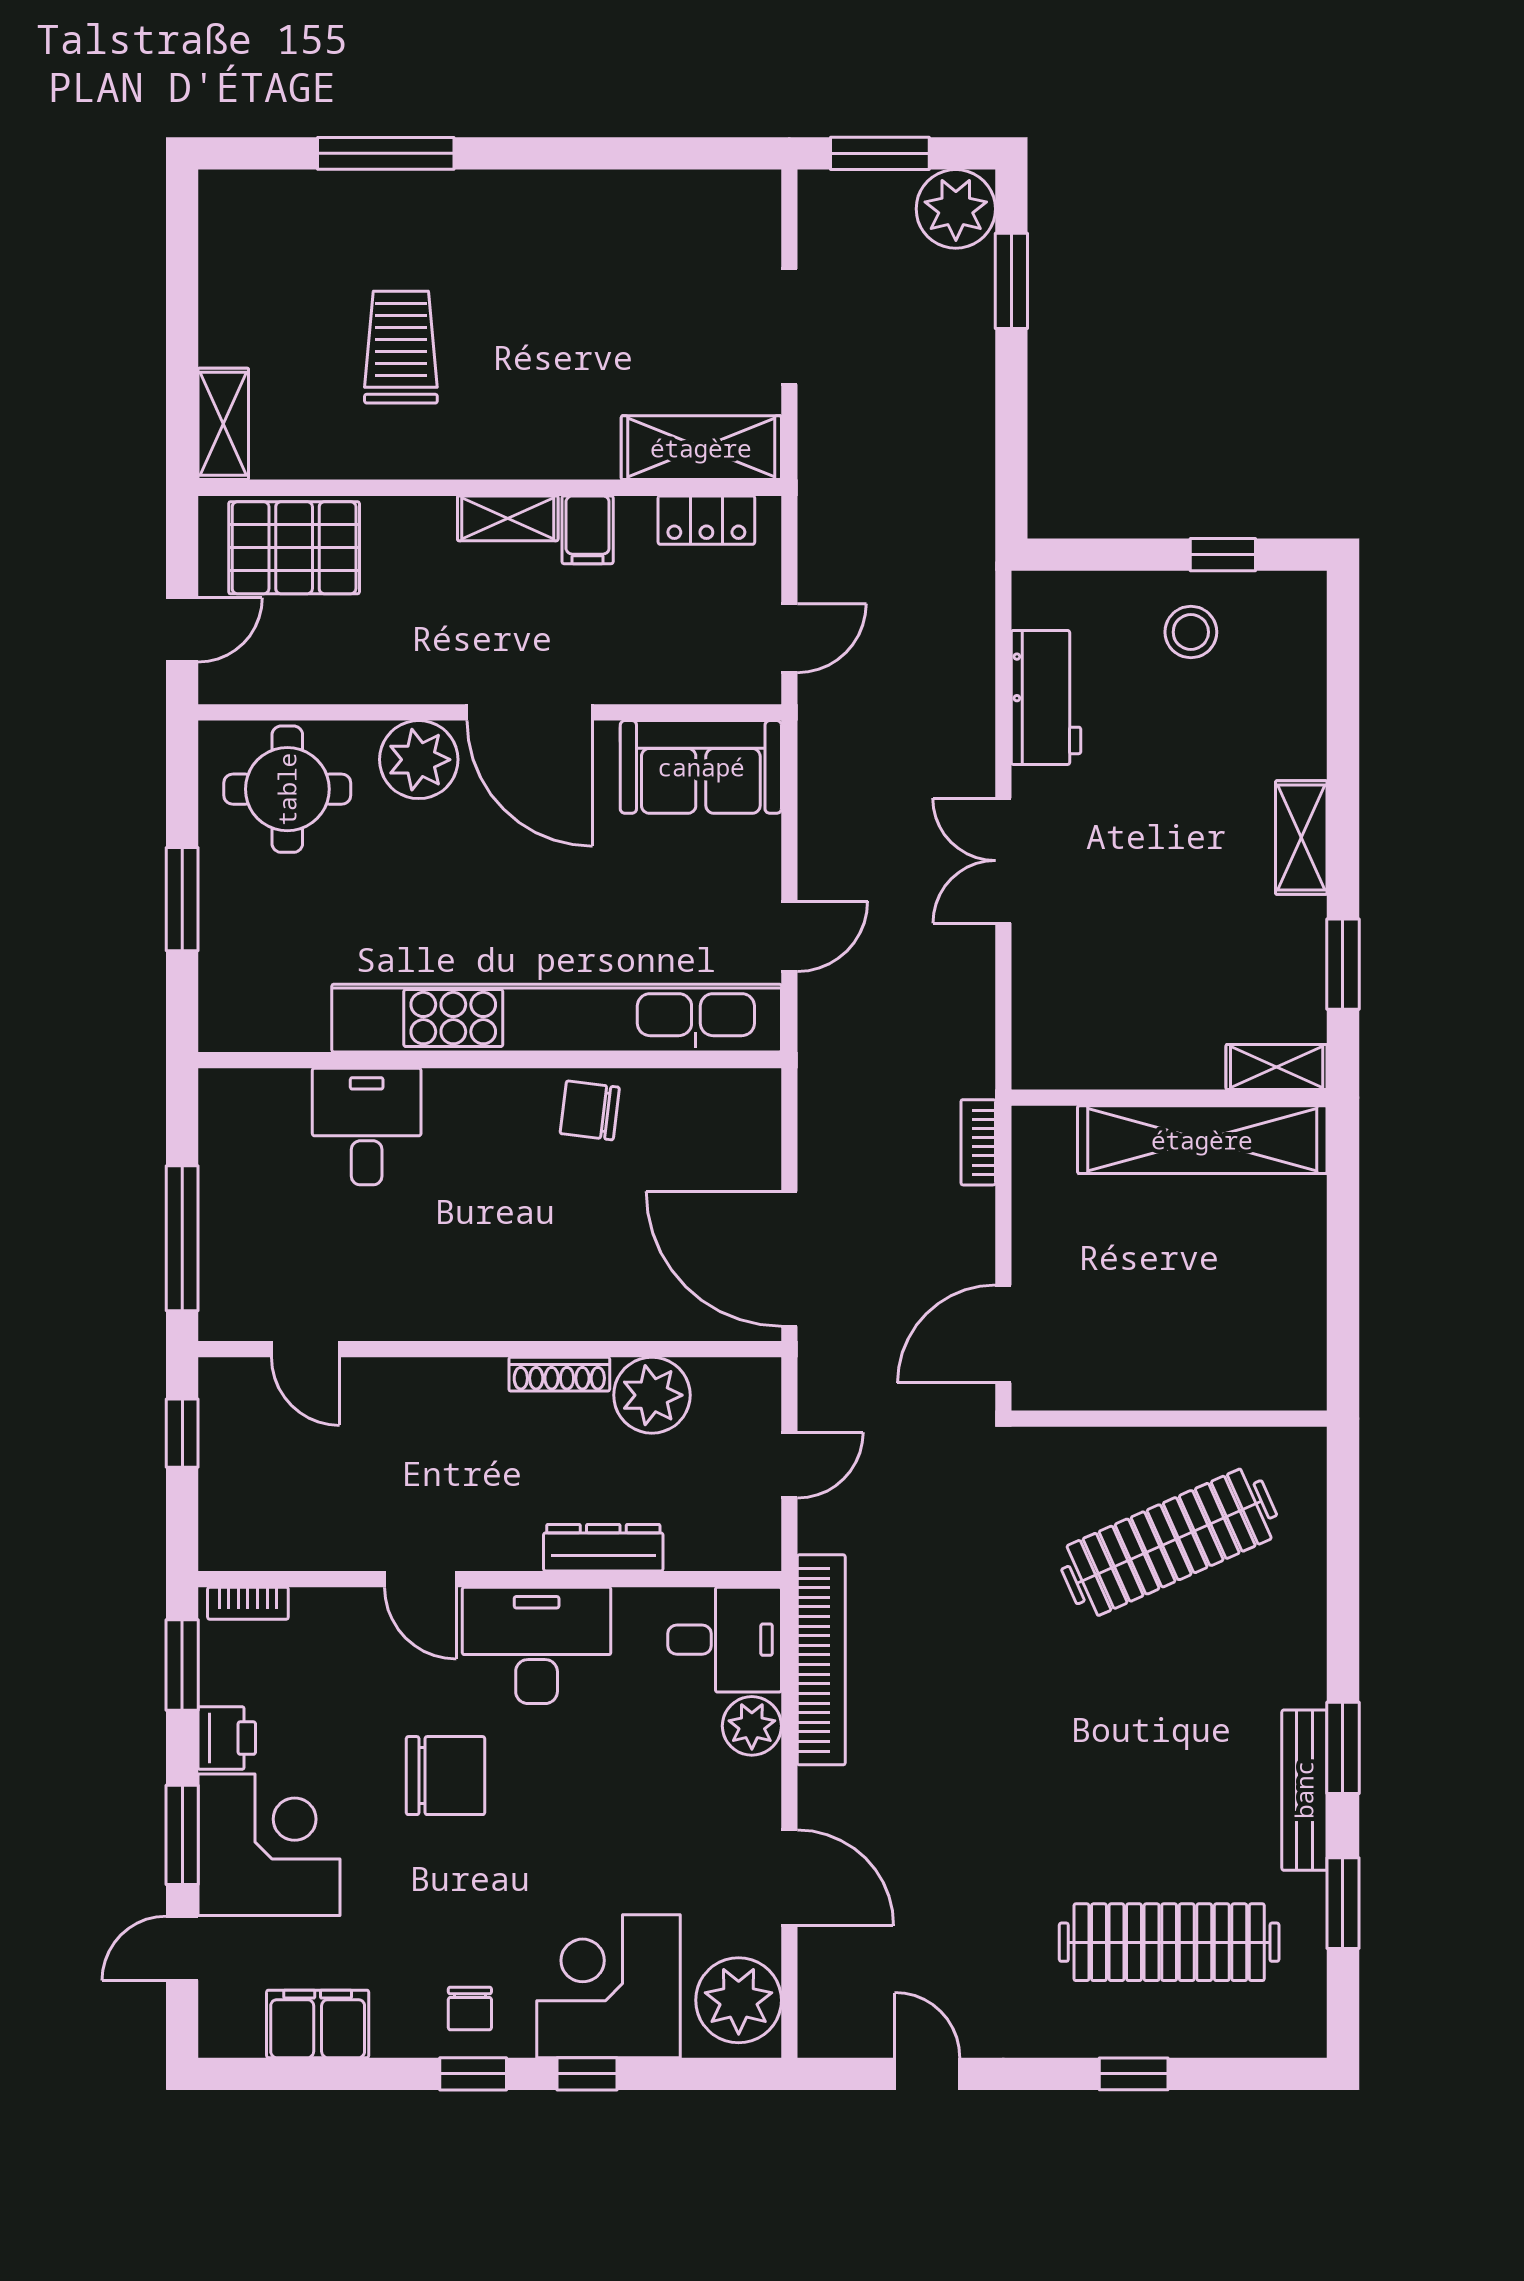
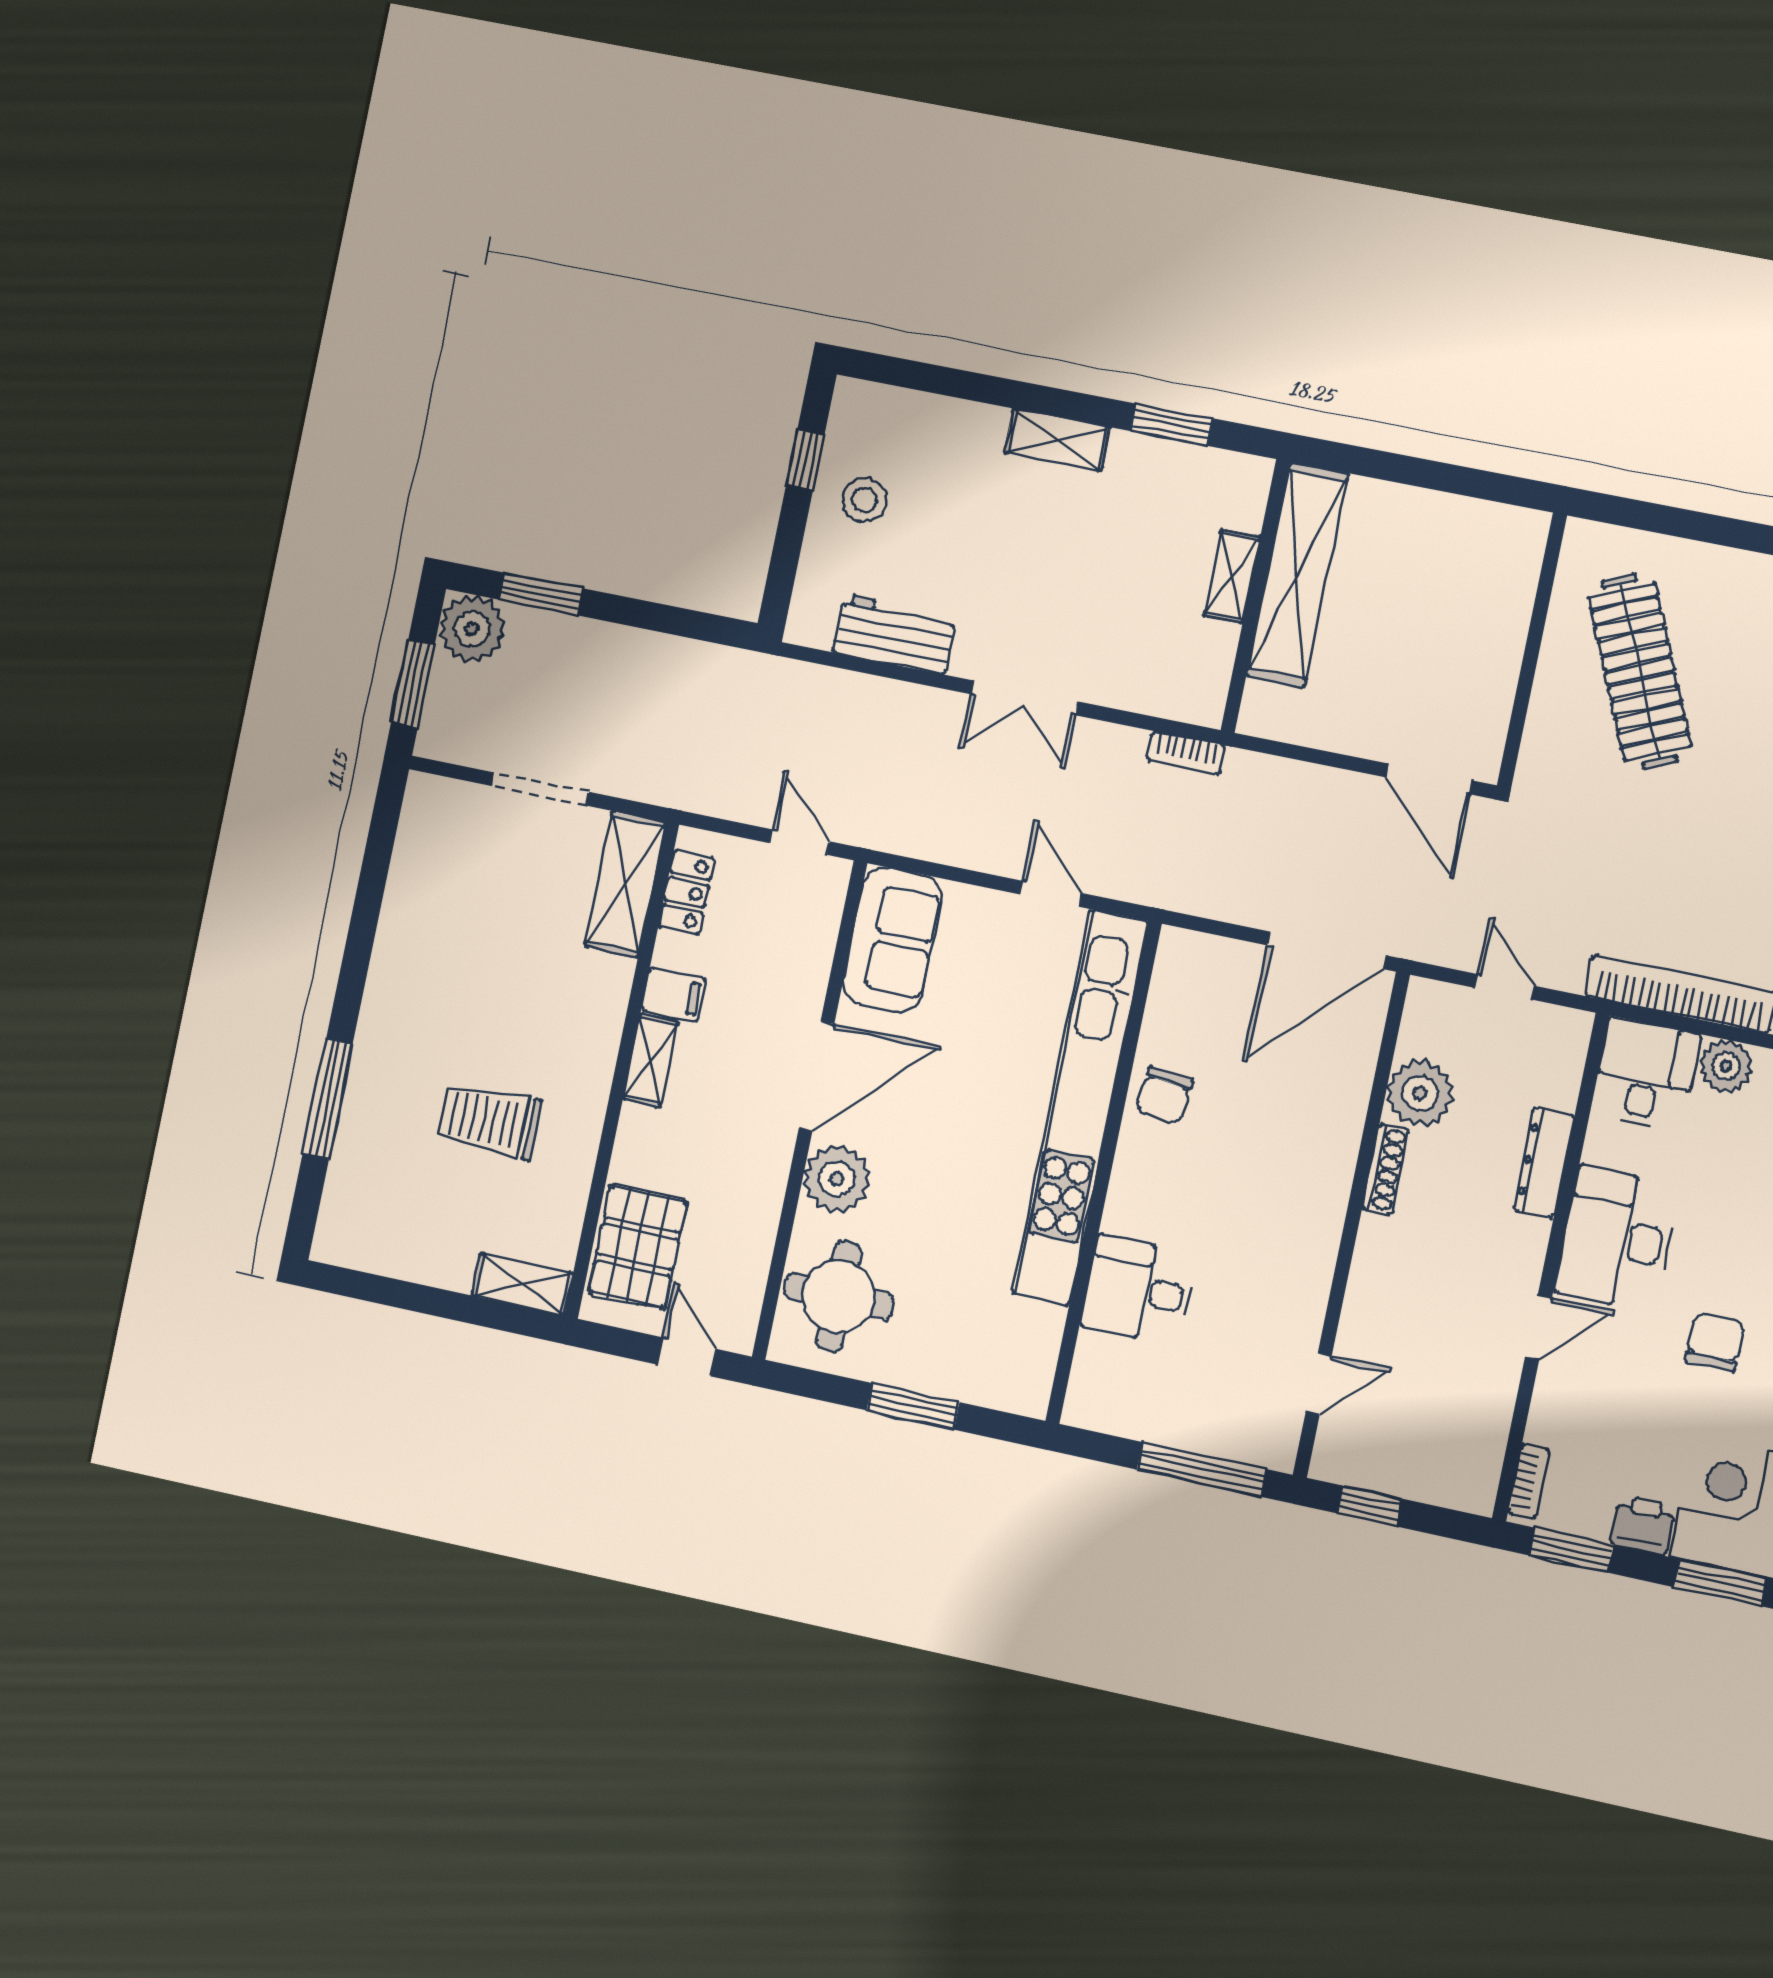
shelving: (1277, 1067) -> (1232, 576), moved
bookcase: (978, 1142) -> (1186, 753), moved
chair: (445, 1776) -> (1715, 1342), width x0.73, depth x0.73

